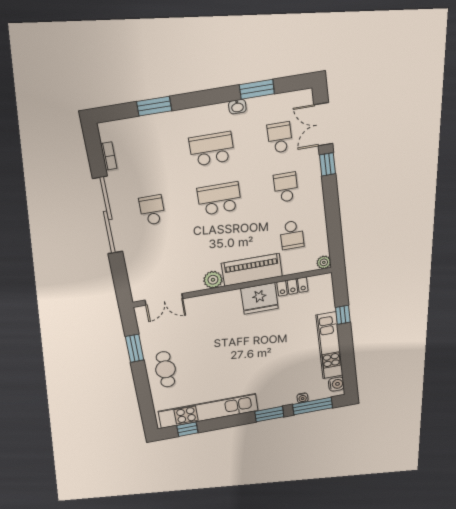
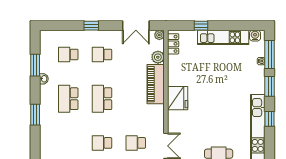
window: (154, 106) -> (35, 115), moved
double door: (323, 124) -> (136, 26), moved
school desk: (292, 235) -> (136, 143), moved, turned 180
plant: (213, 280) -> (158, 57), moved
locker: (292, 287) -> (173, 44), moved
fridge: (259, 298) -> (178, 98), moved
window: (187, 429) -> (270, 119), moved

